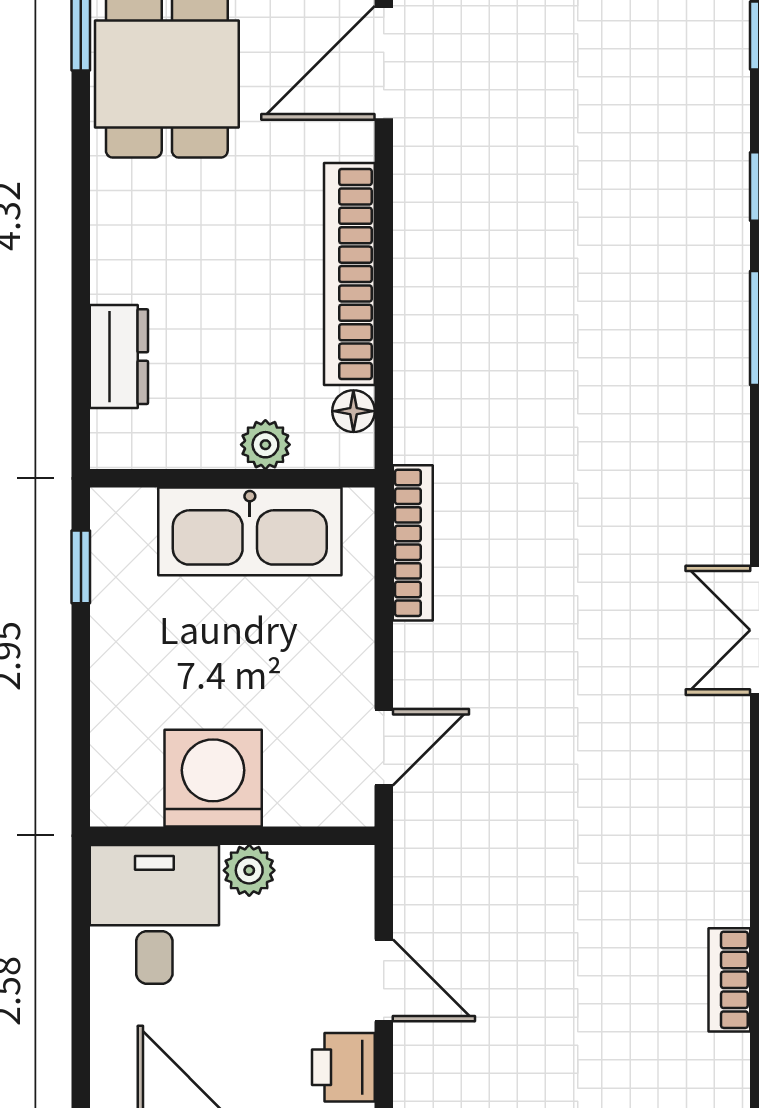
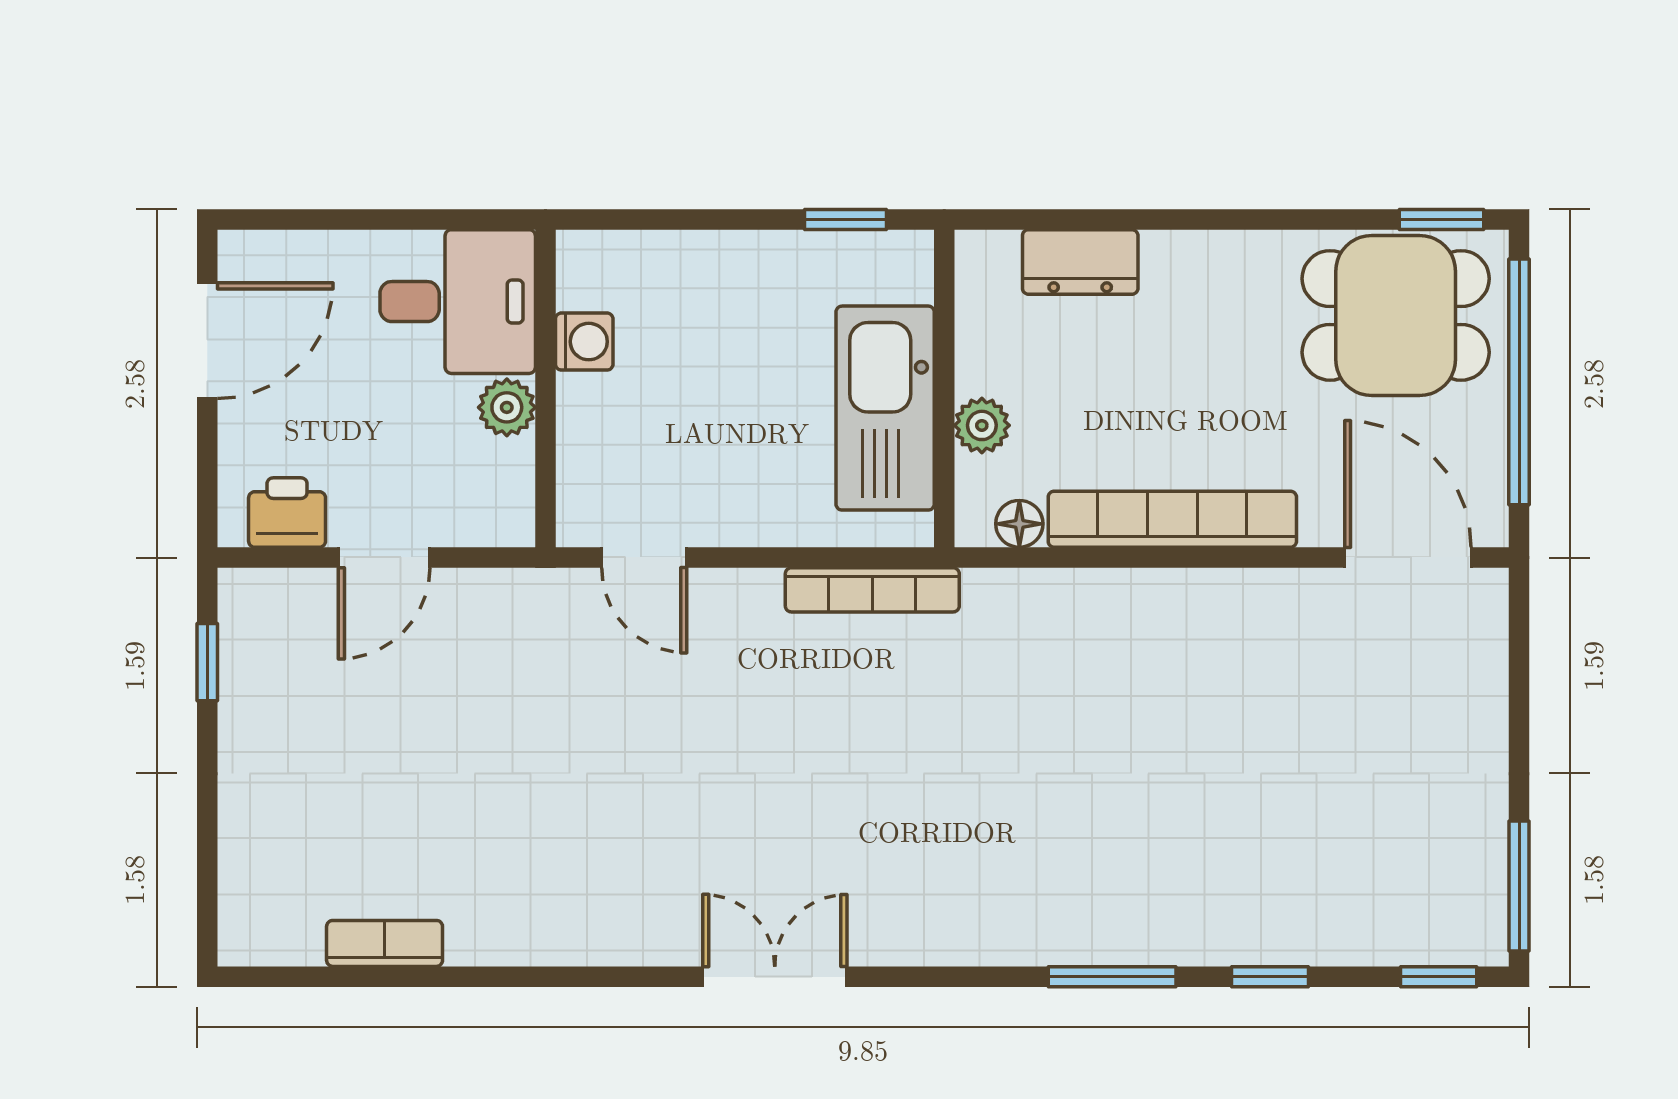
washing machine: (213, 778) -> (584, 342), width x0.53, depth x0.53

